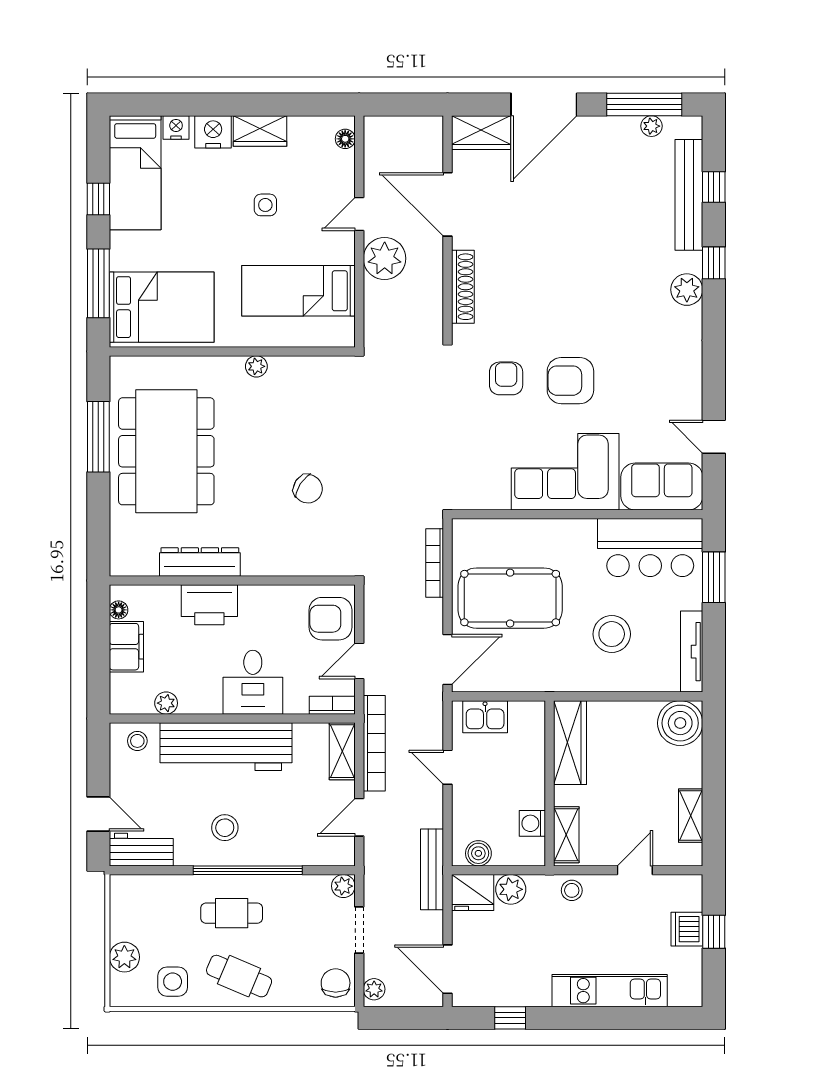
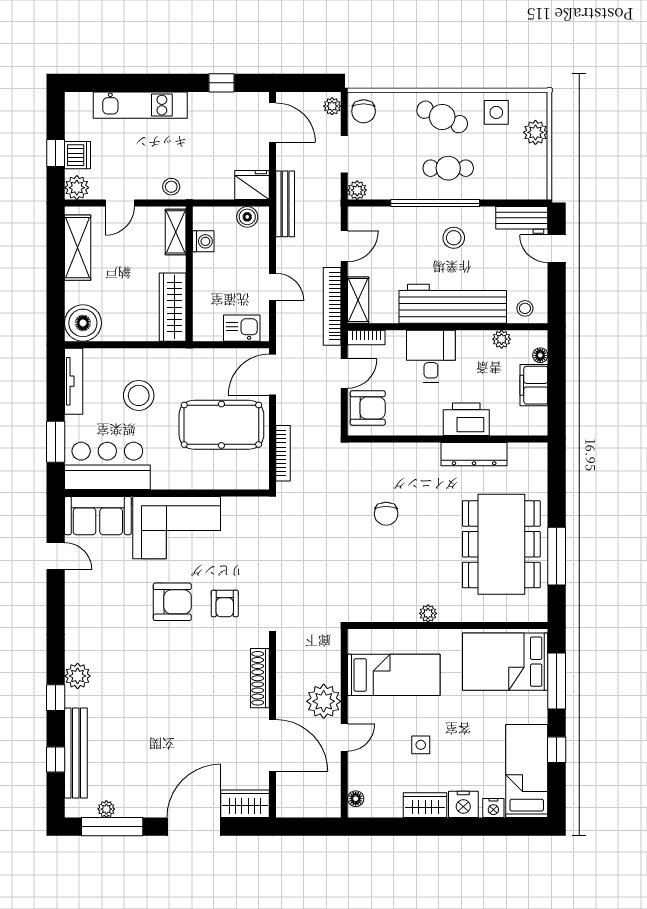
chair: (308, 489) -> (386, 514), turned -123
floor lamp: (119, 610) -> (540, 355), moved
shelving: (691, 816) -> (78, 248), width x1.50, depth x1.33
plant: (511, 889) -> (77, 188), moved

